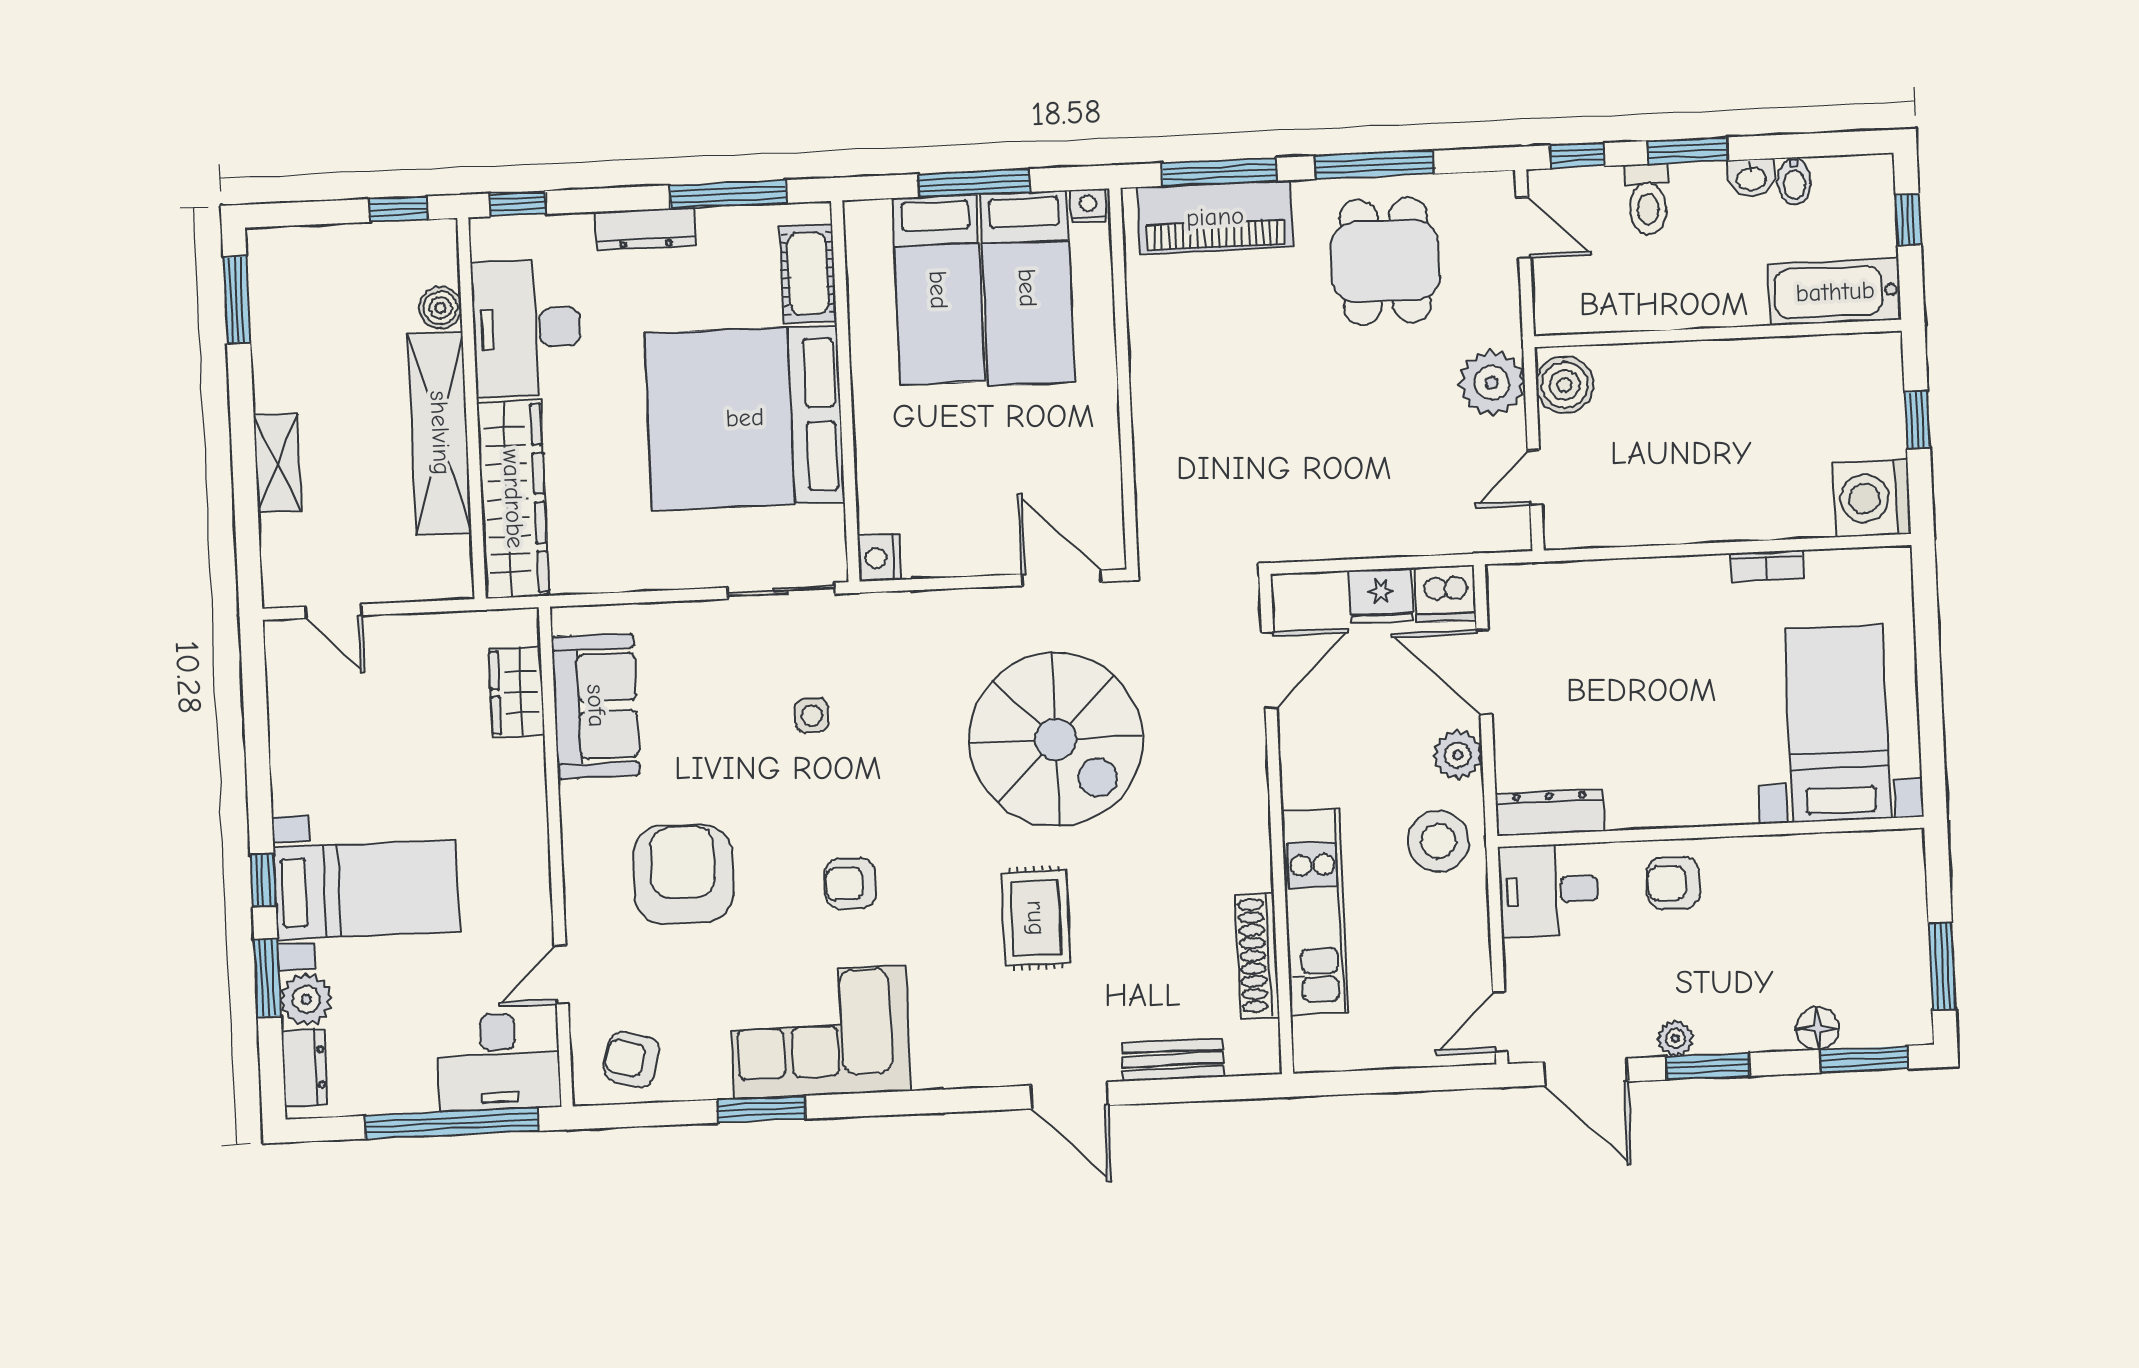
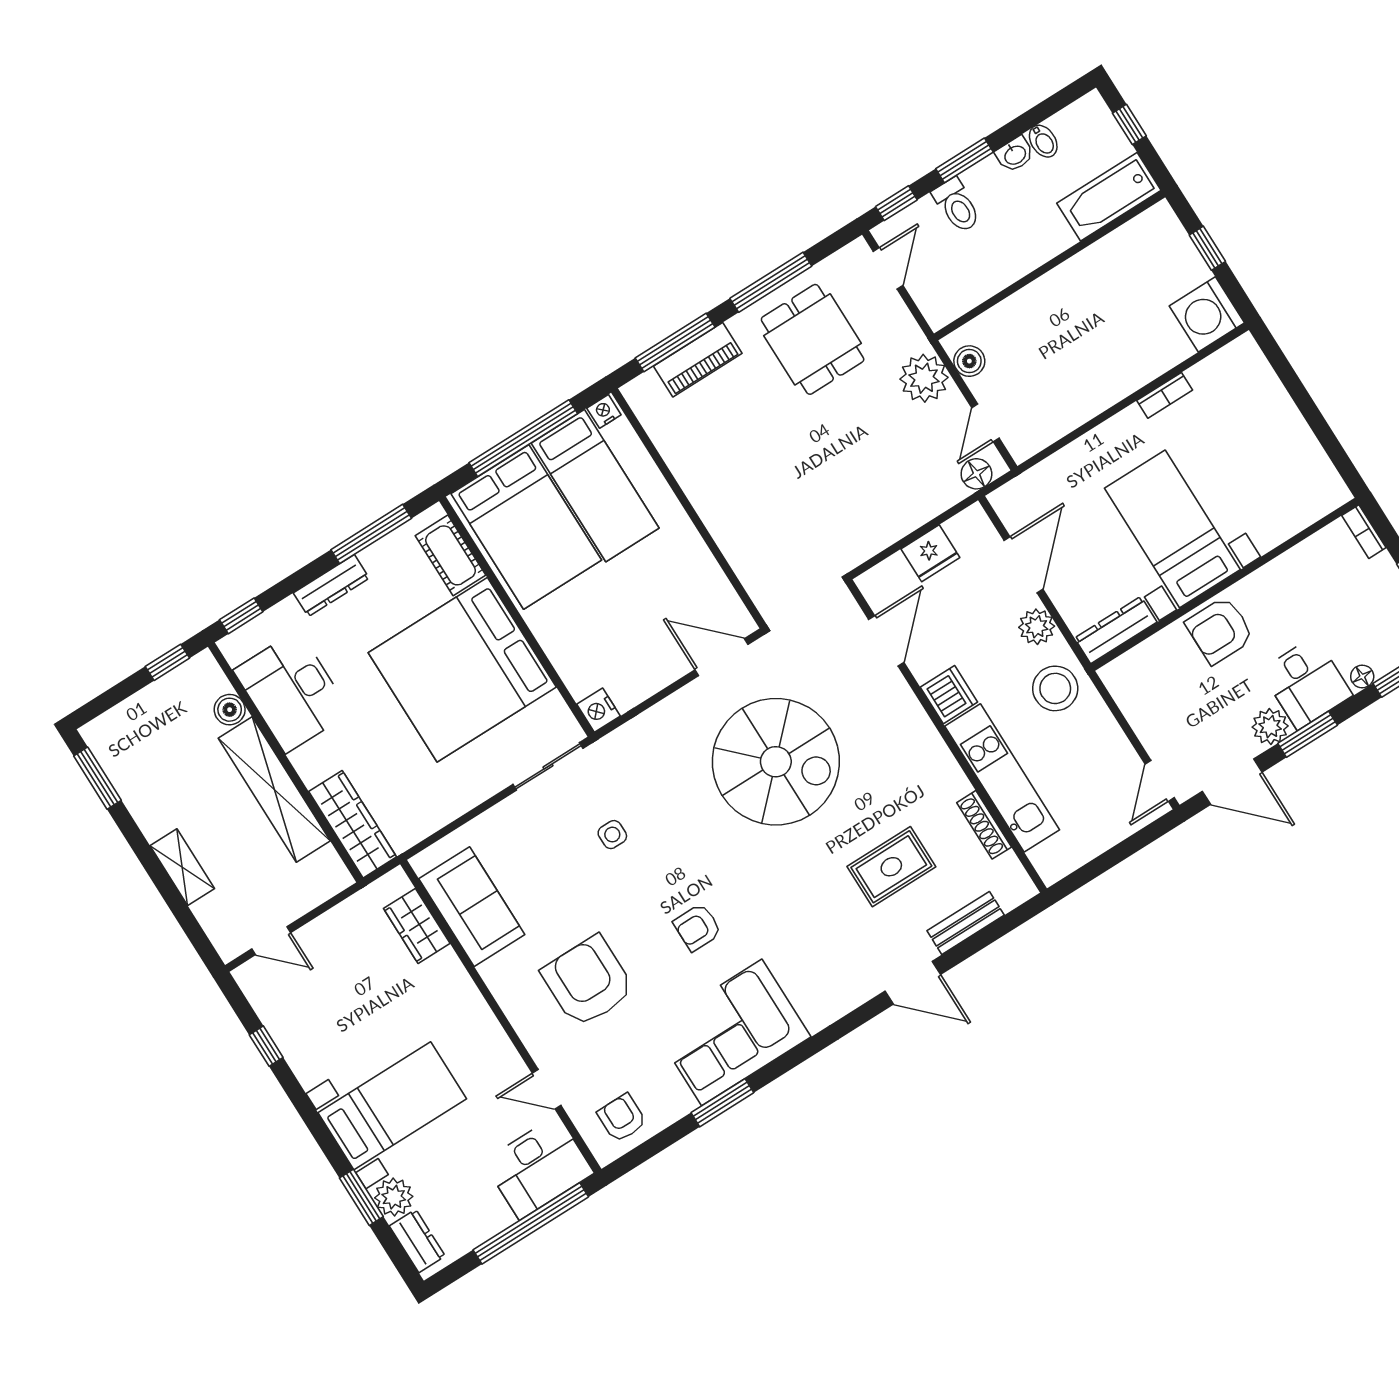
window: (974, 183) -> (523, 438), width x1.46
piano: (1215, 217) -> (698, 360), width x0.73, depth x0.75
door: (1523, 228) -> (888, 268), hinge flipped
bed: (938, 290) -> (526, 527), width x1.50
boiler: (1565, 385) -> (969, 361), width x0.73, depth x0.73
wardrobe: (513, 499) -> (353, 824), width x0.71, depth x0.85
floor lamp: (1490, 532) -> (976, 474), added
dishwasher: (1445, 594) -> (949, 695), moved, turned -90
door: (1484, 672) -> (1023, 565), swing flipped
bed with nightstands: (1838, 724) -> (1172, 529), moved
bookcase: (1912, 863) -> (1364, 532), added
window: (263, 880) -> (266, 1046), moved
armchair: (1673, 883) -> (1220, 630), width x1.38, depth x1.38
desk: (1549, 890) -> (1306, 683), moved, turned -90
rug: (1036, 918) -> (891, 867), moved, turned 90
shoe rack: (1257, 956) -> (984, 825), width x0.74, depth x0.81
door: (561, 974) -> (547, 1089), hinge flipped
floor lamp: (1818, 1029) -> (1362, 676), width x0.73, depth x0.73
plant: (1675, 1038) -> (1270, 727), width x1.38, depth x1.38
armchair: (631, 1059) -> (622, 1118), turned 74

